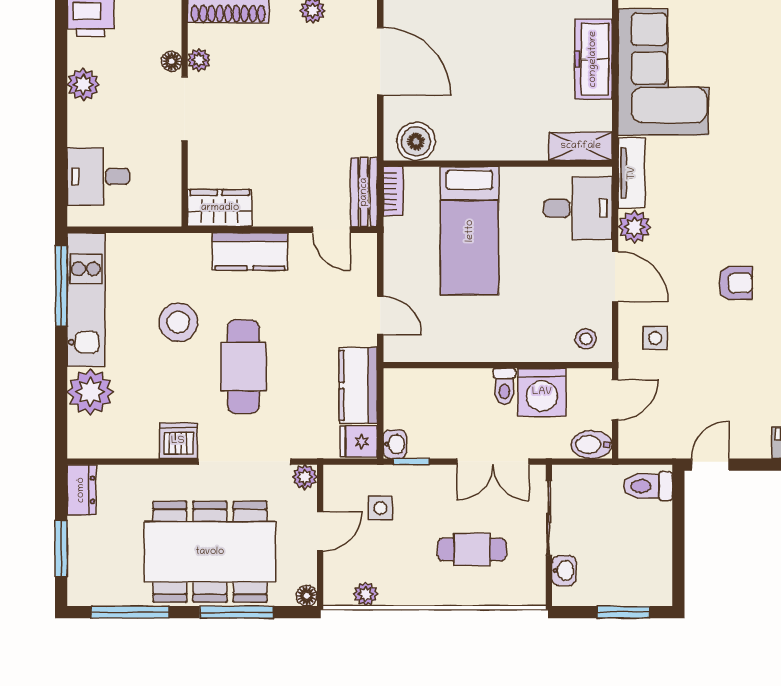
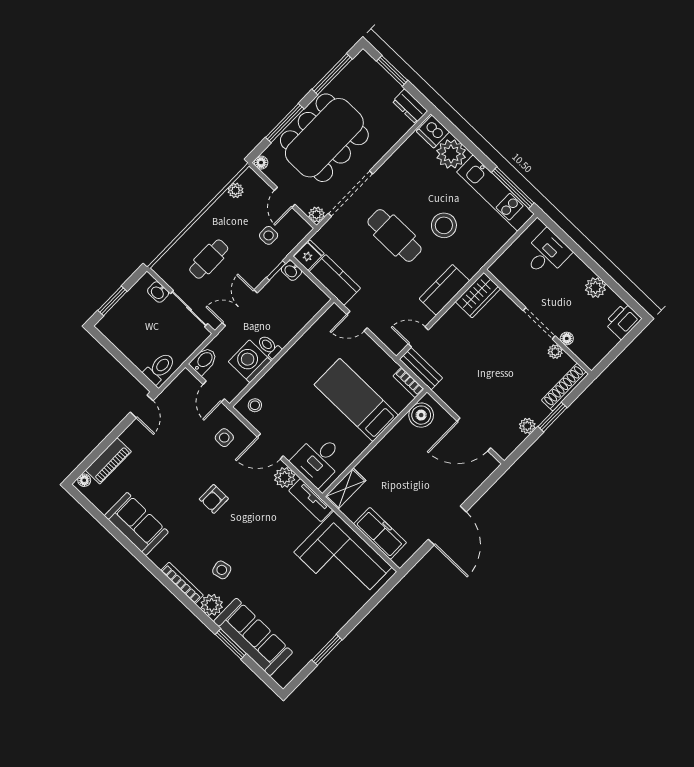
dishwasher: (178, 441) -> (433, 132), moved, turned 90

